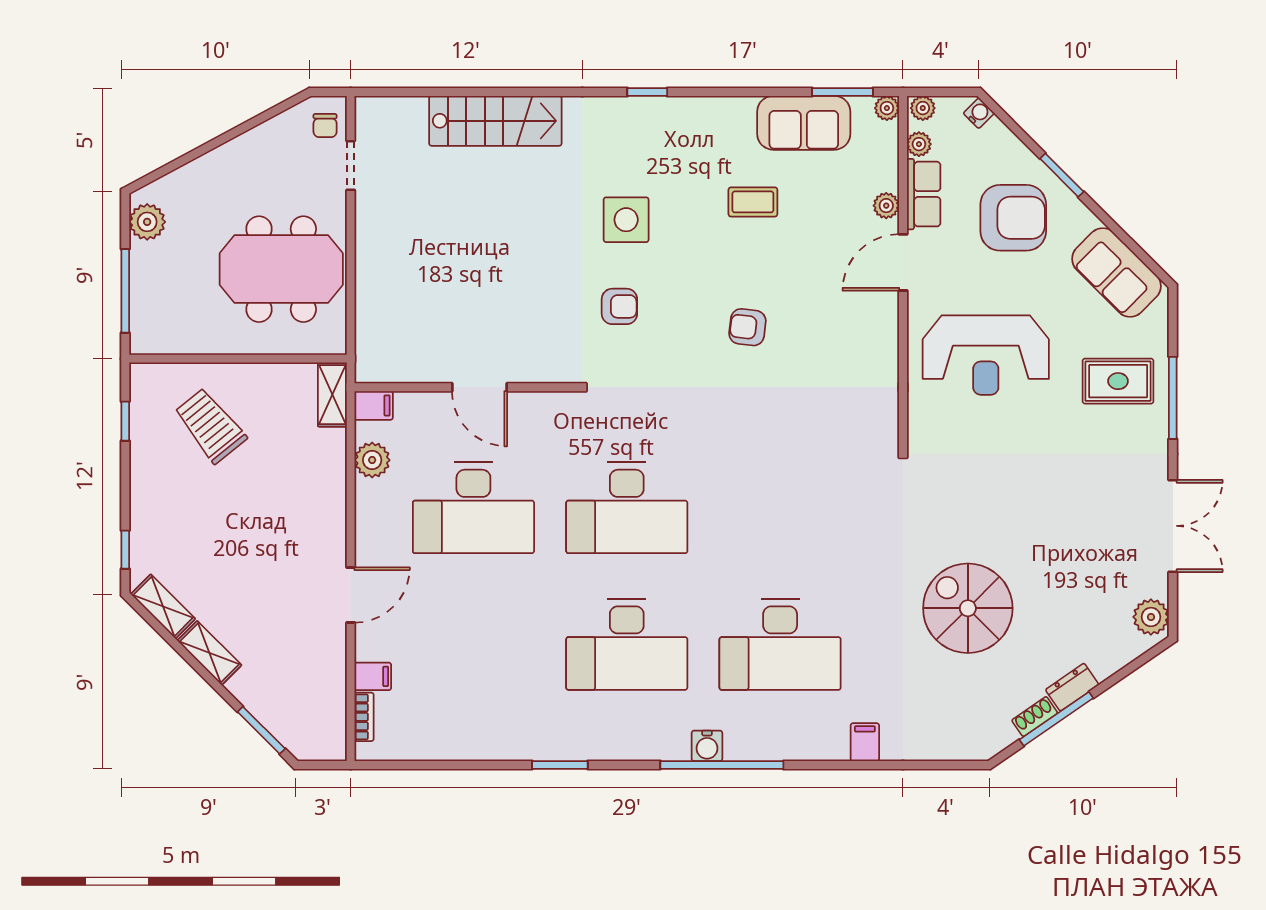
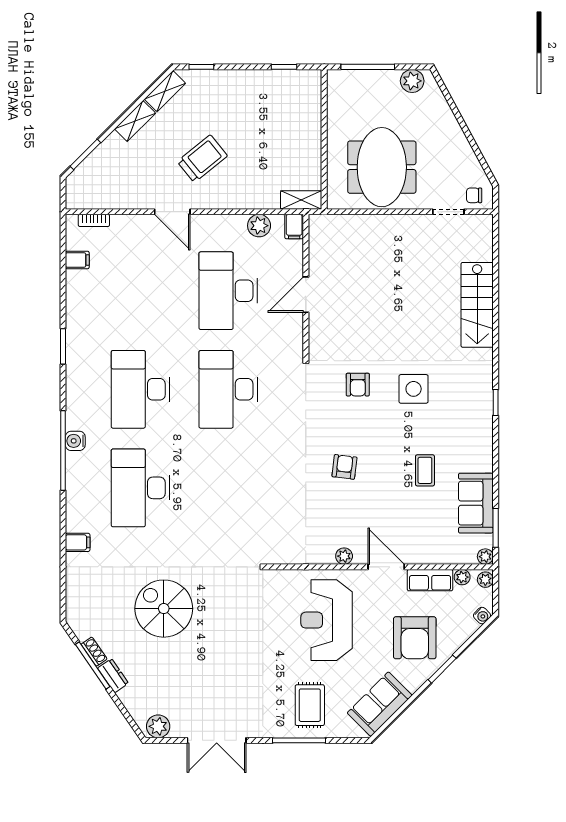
plant: (886, 206) -> (344, 556), moved
trolley: (210, 426) -> (202, 159), moved
spiral stairs: (968, 608) -> (164, 609), turned -90
filing cabinet: (373, 676) -> (77, 260), moved, turned -90

